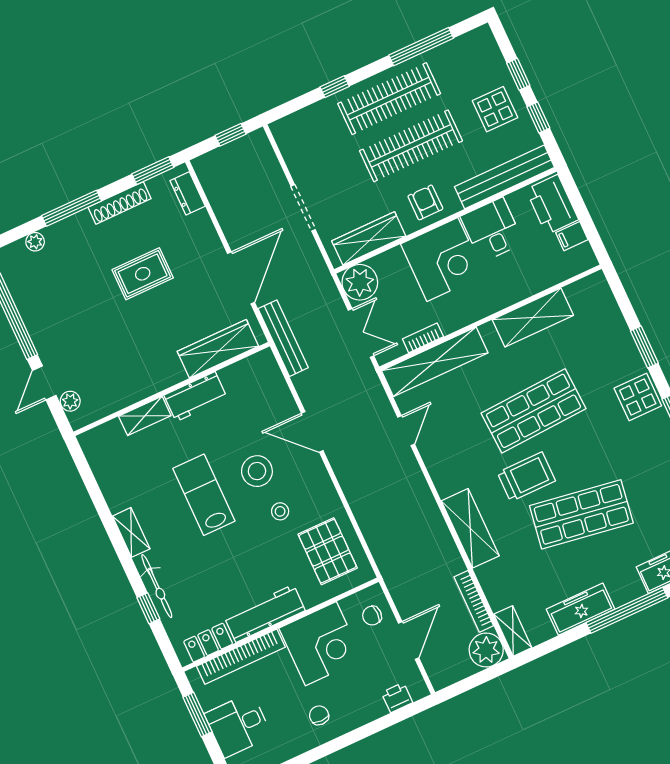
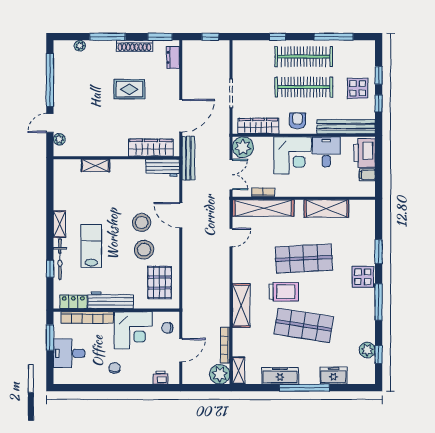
workbench: (196, 397) -> (163, 168), moved
lab bench: (204, 495) -> (91, 246), moved
stool: (280, 511) -> (144, 250), width x1.89, depth x1.89

